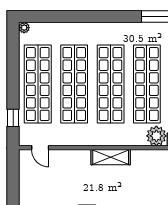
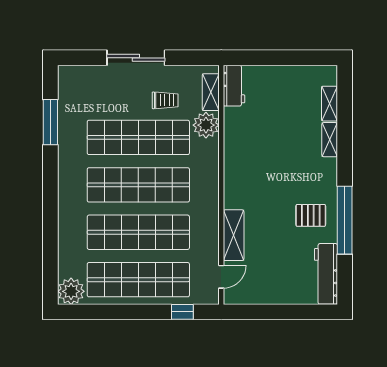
plant: (24, 28) -> (71, 291), width x1.87, depth x1.87
shelving: (111, 157) -> (234, 235), moved

